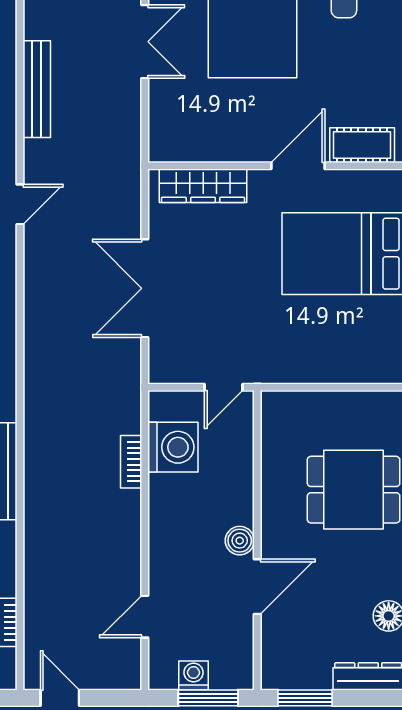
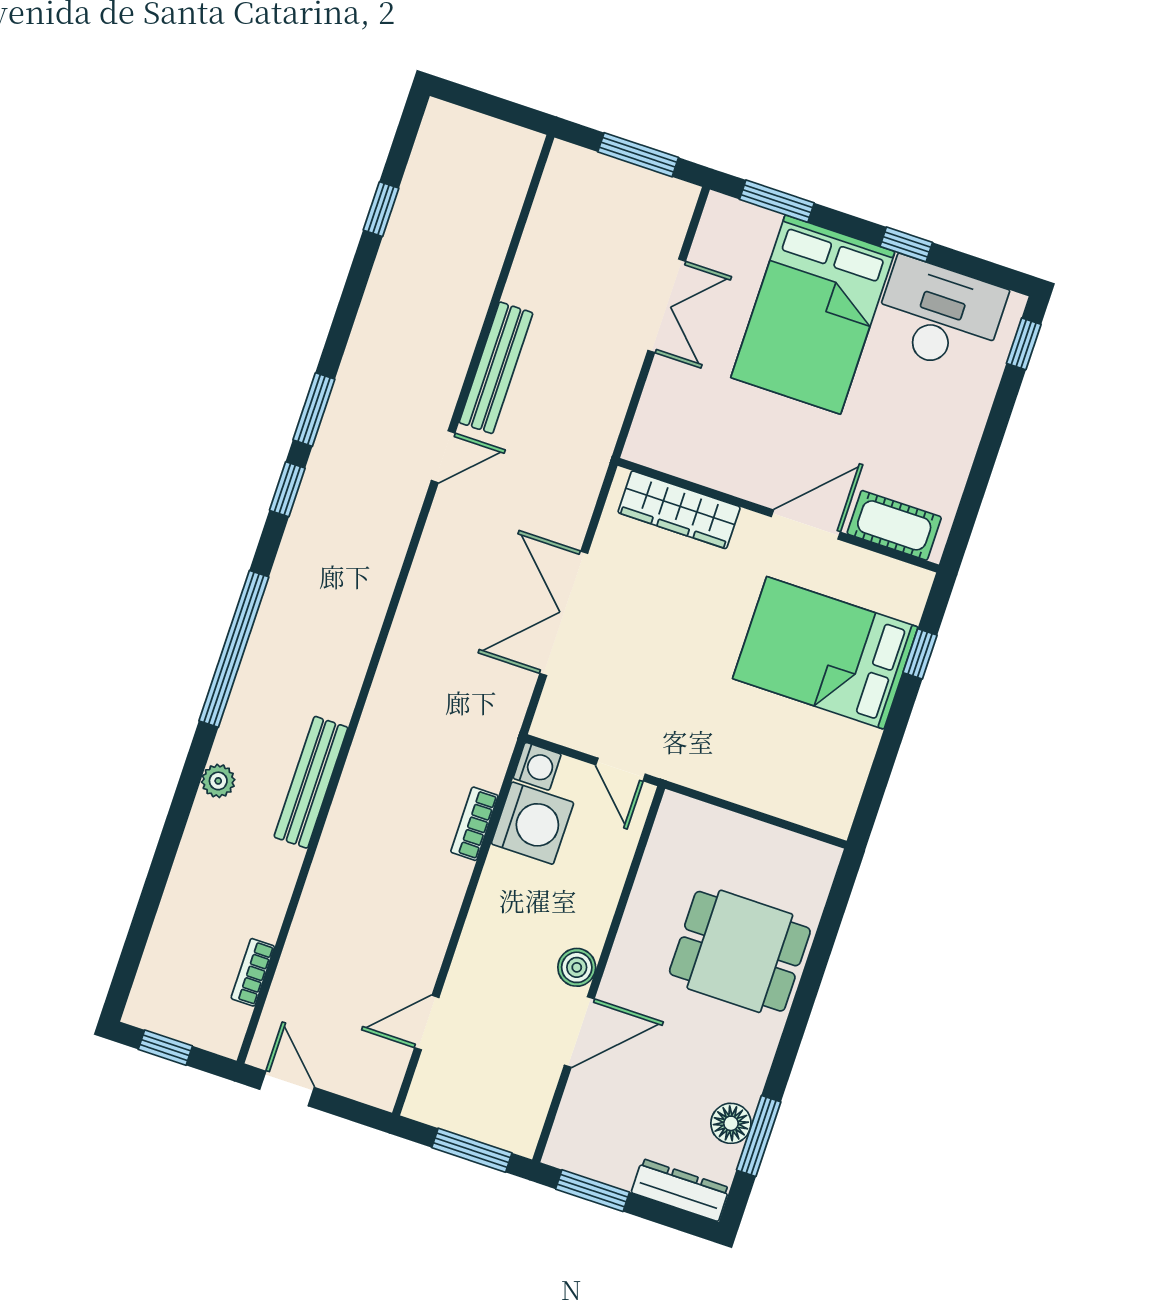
bench: (37, 89) -> (496, 368), moved
door: (224, 387) -> (621, 770), hinge flipped
washing machine: (194, 675) -> (537, 766), moved, turned 90

